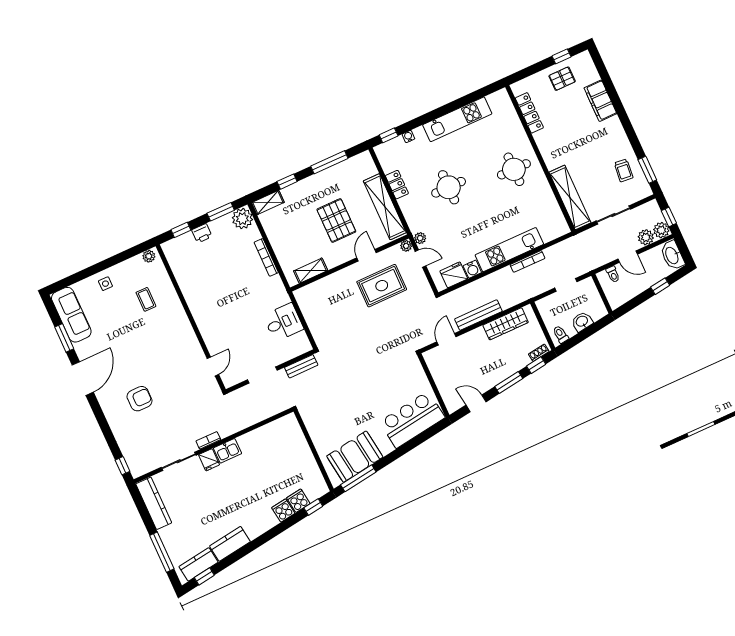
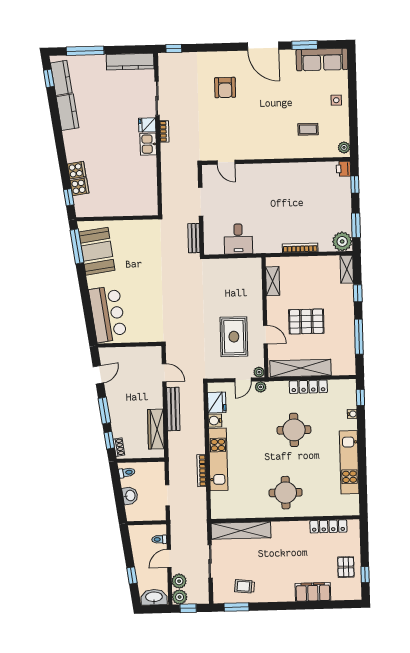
locker: (397, 185) -> (308, 387), width x1.53
printer: (202, 233) -> (343, 169), moved

